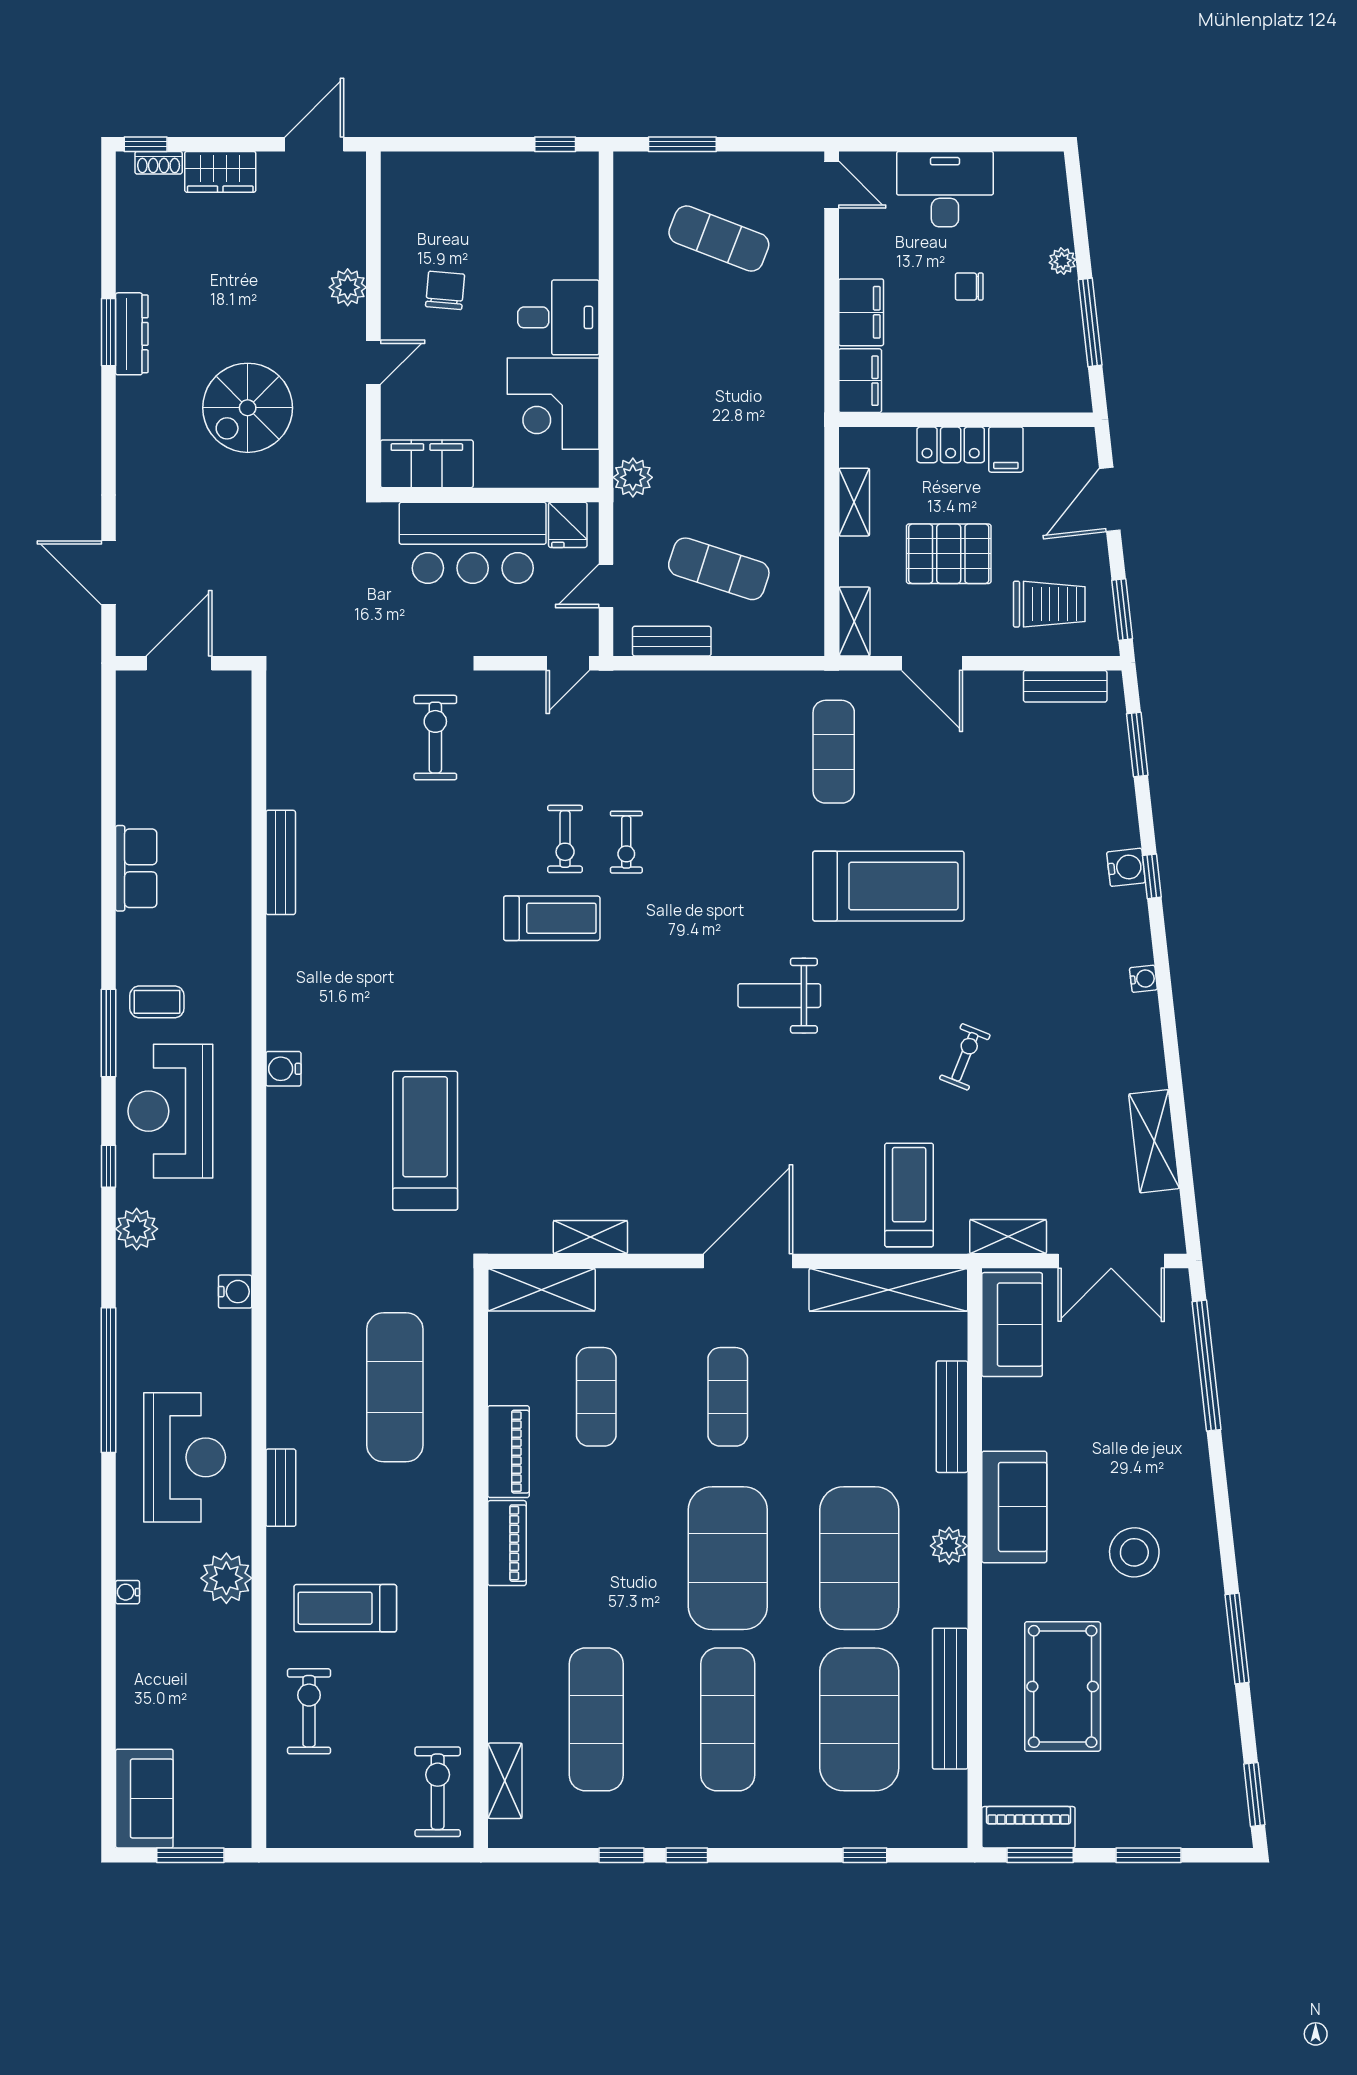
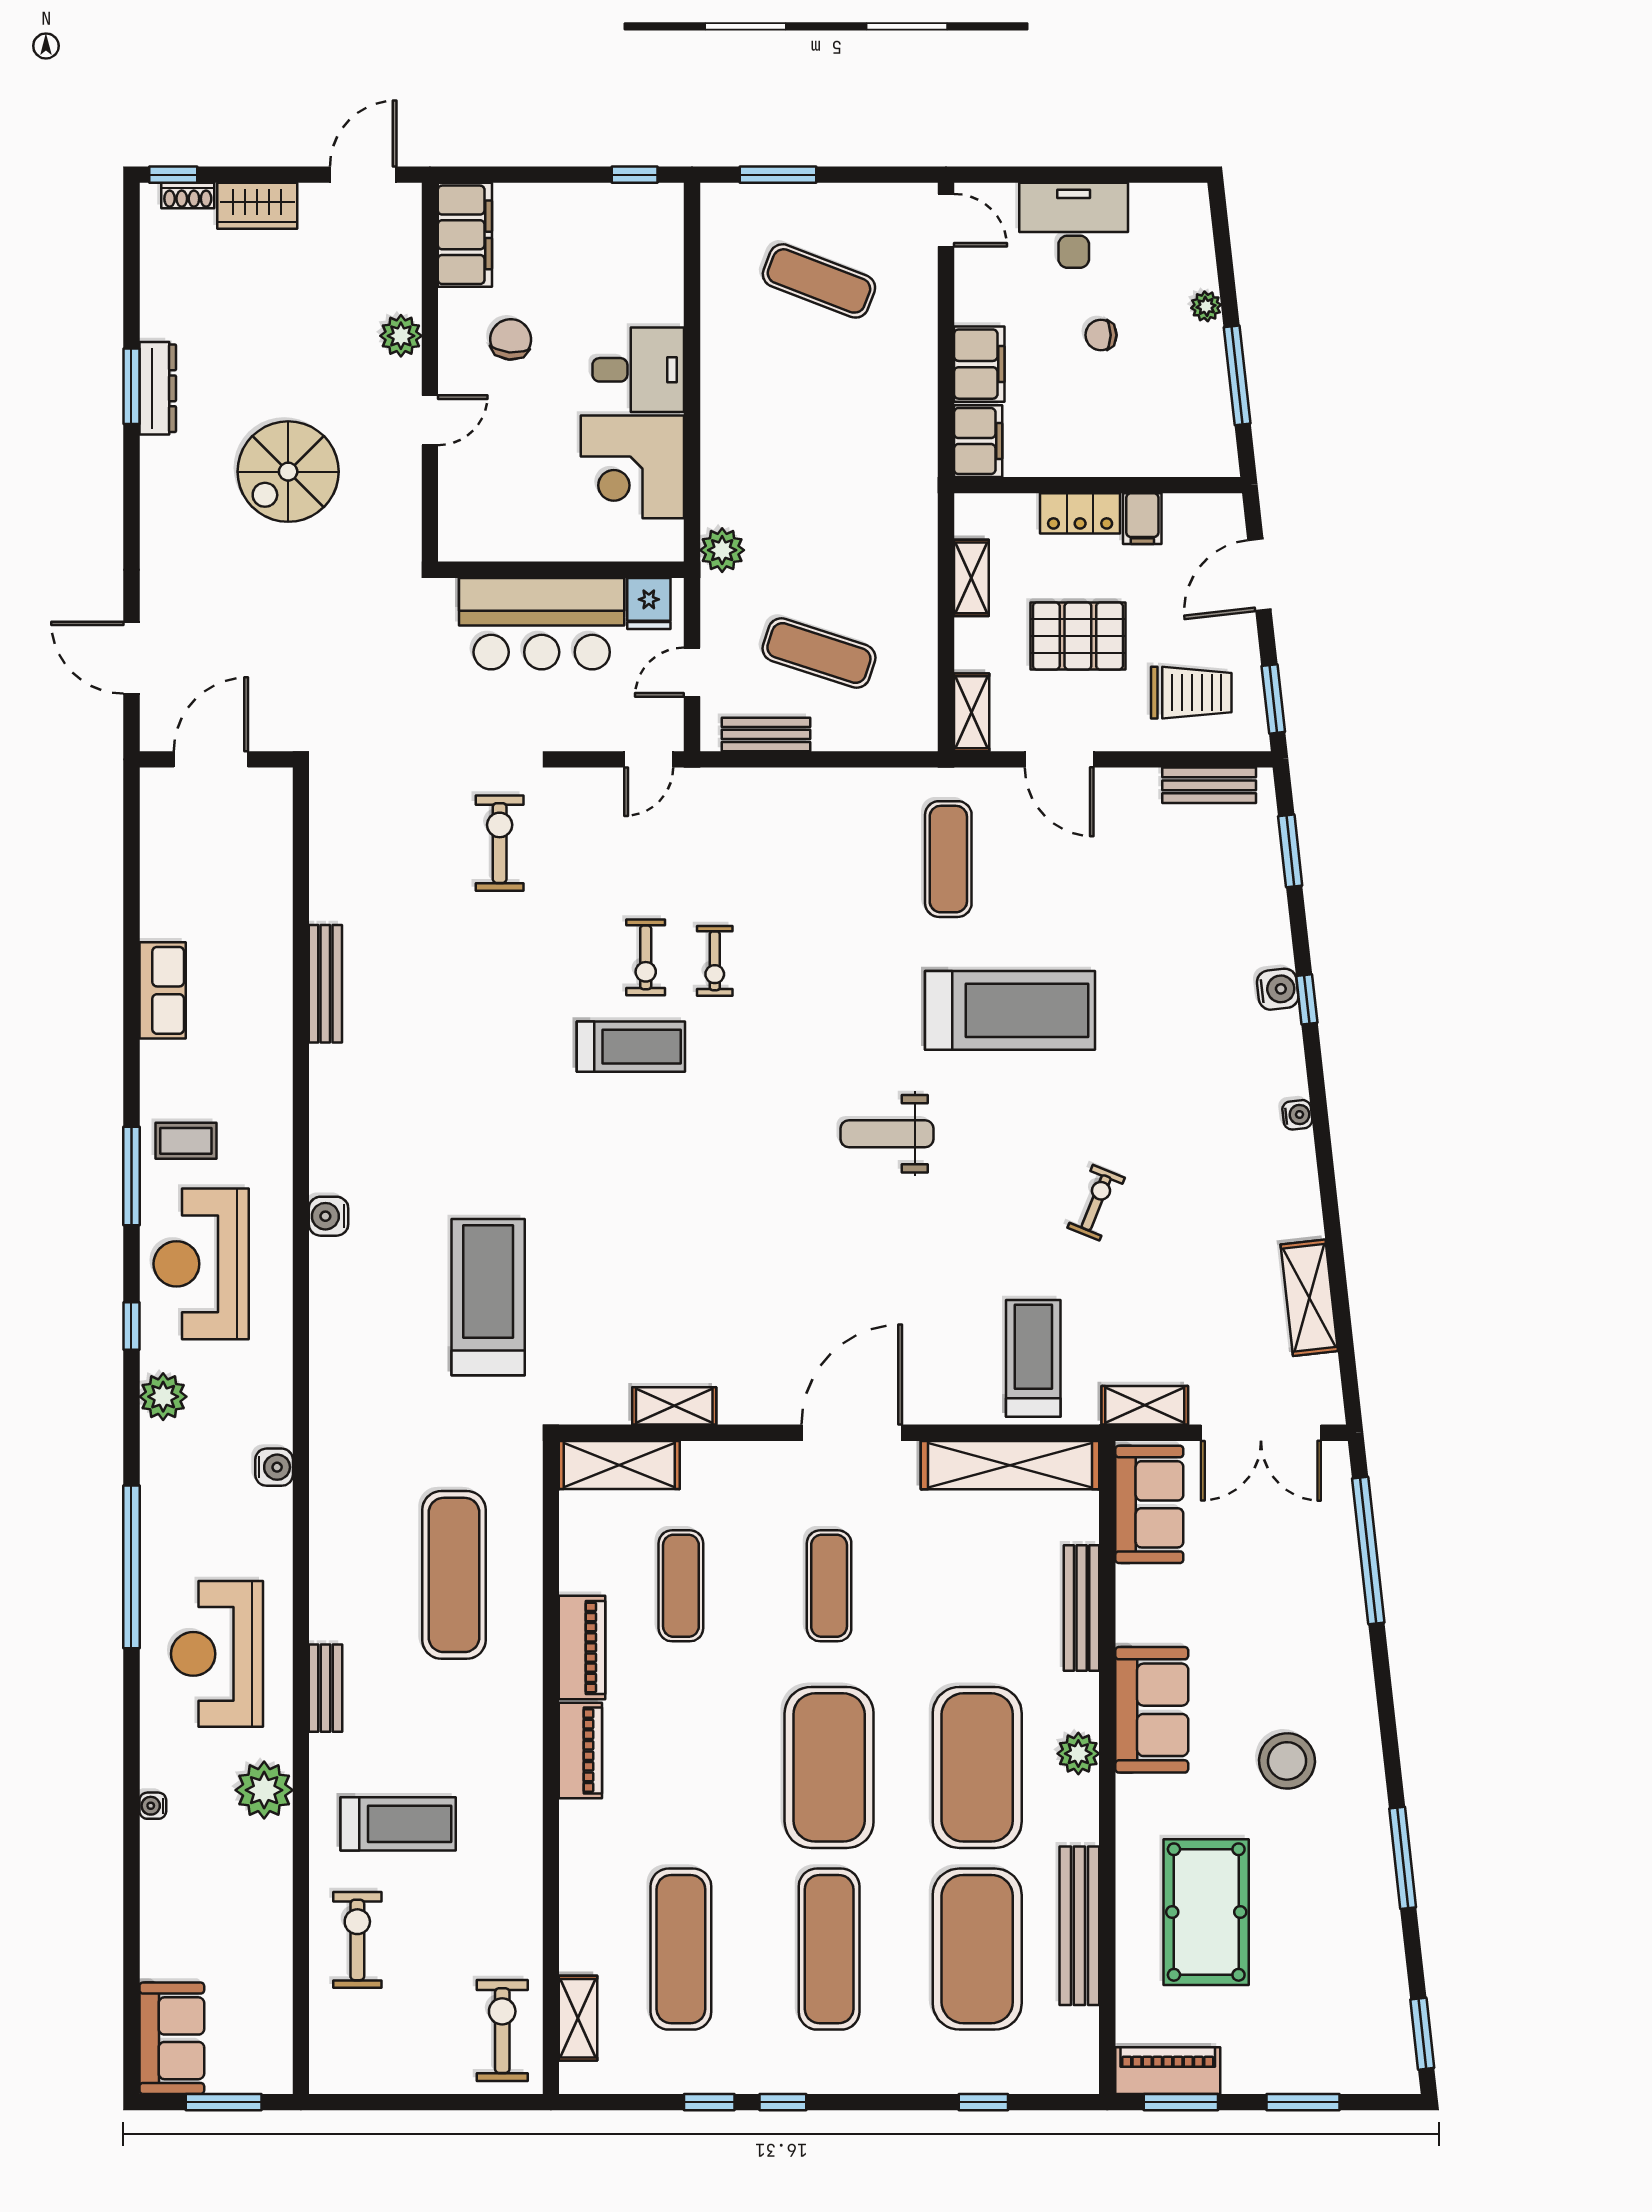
filing cabinet: (427, 464) -> (465, 235), moved, turned 90
reception desk: (185, 1457) -> (217, 1654), turned 180
treadmill: (345, 1608) -> (398, 1824), turned 180

